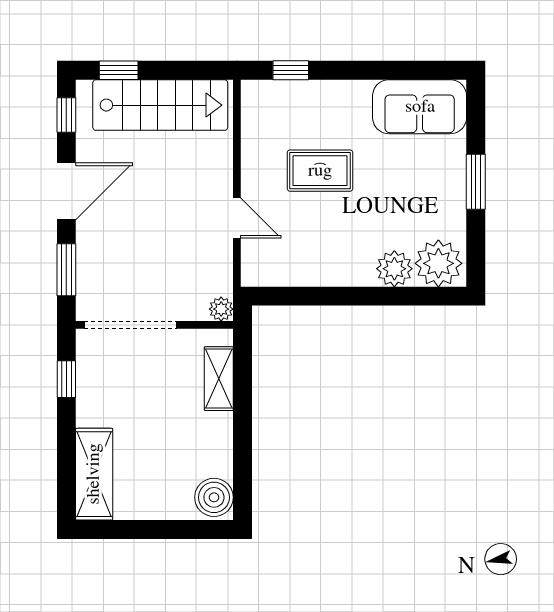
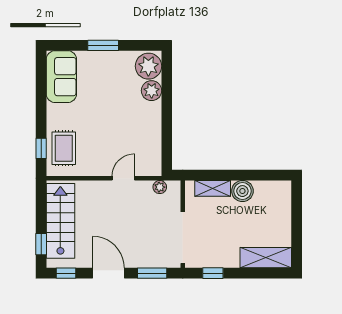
rug: (320, 171) -> (64, 148), moved
plant: (221, 309) -> (160, 187), moved
boiler: (214, 497) -> (242, 191), moved

